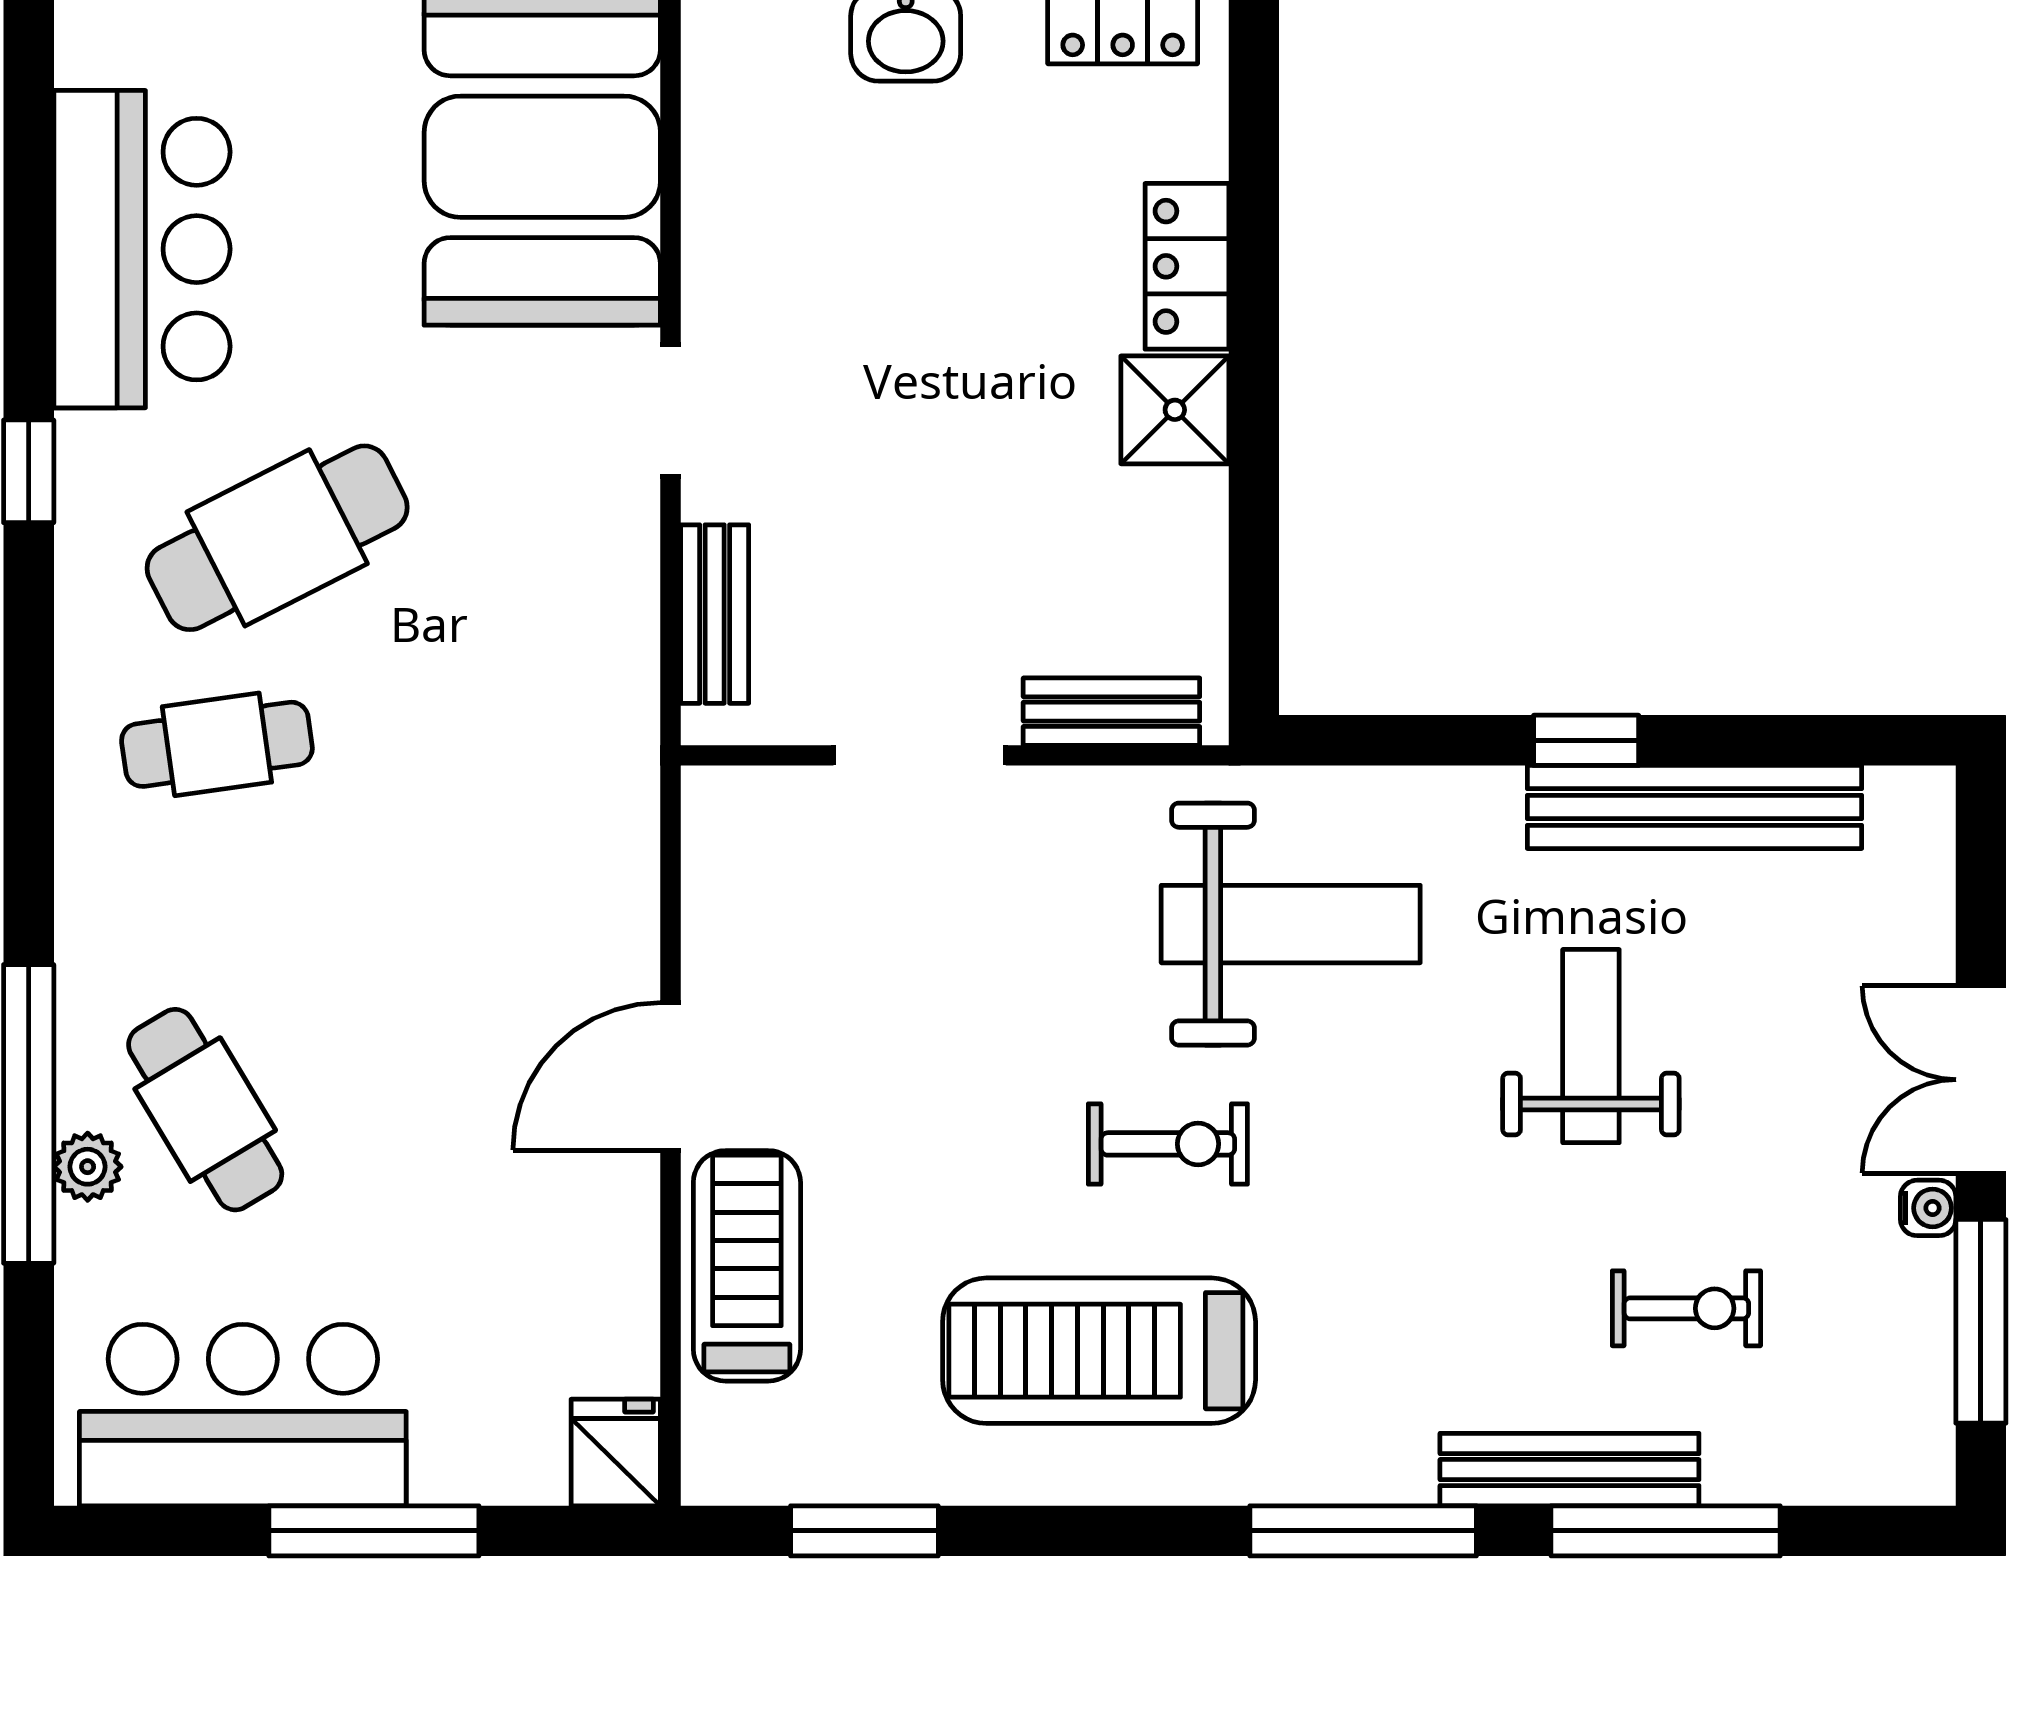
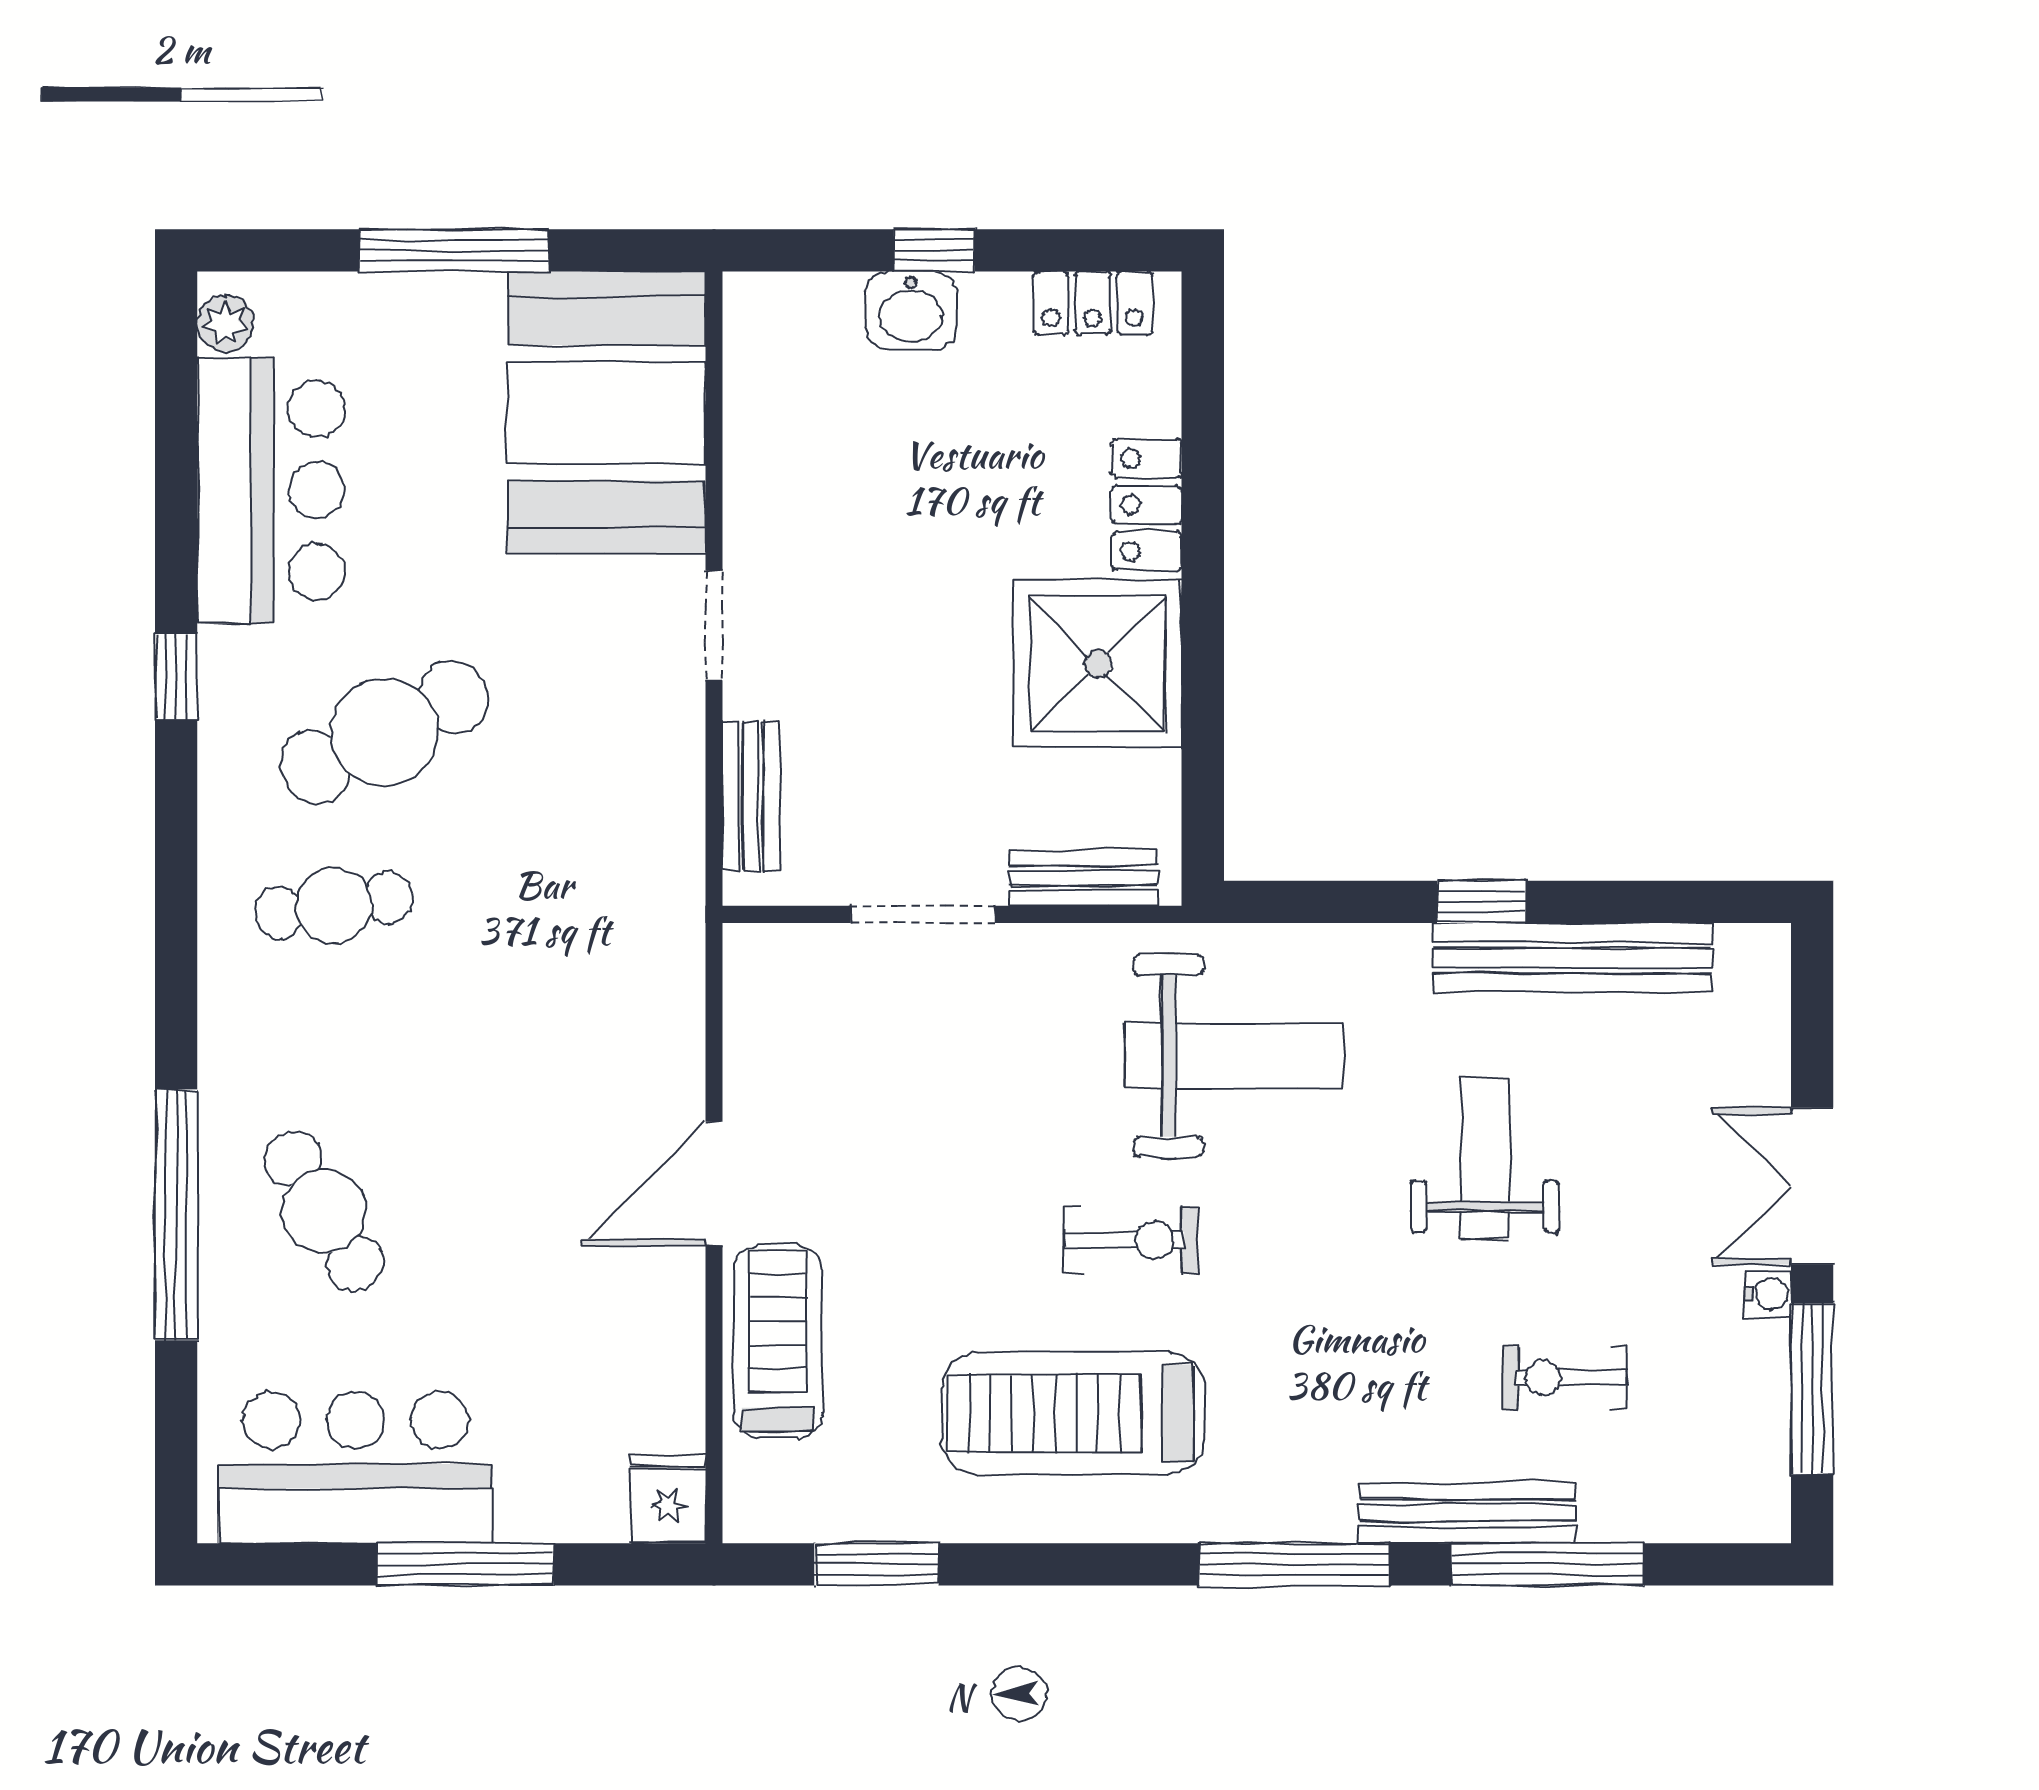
shower: (1175, 410) -> (1097, 664), width x1.86, depth x1.86
plant: (88, 1167) -> (225, 323), moved
exercise bike: (1686, 1308) -> (1565, 1378), turned 180

